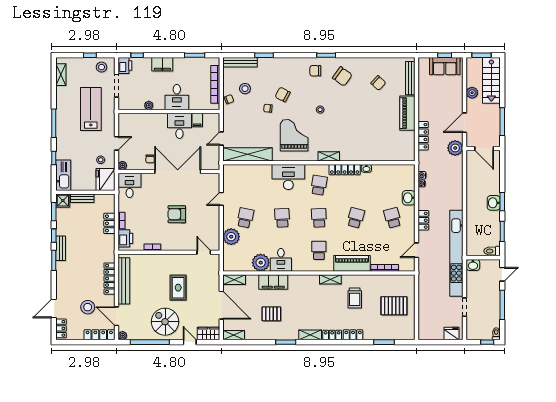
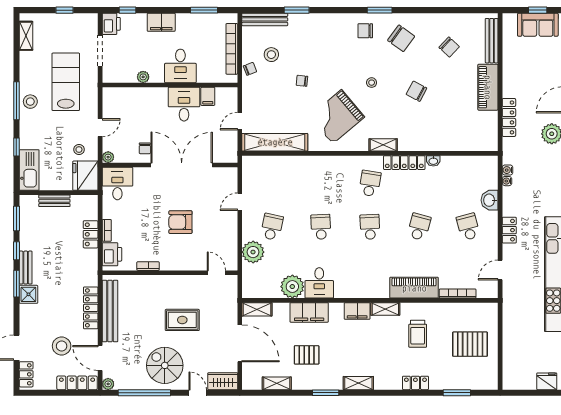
stool: (102, 67) -> (30, 102), moved
chair: (283, 95) -> (417, 91), moved
grand piano: (294, 135) -> (337, 117), turned -130
desk: (288, 177) -> (329, 173), removed
shower: (63, 201) -> (28, 294), moved
school desk: (319, 250) -> (370, 270), removed
filing cabinet: (309, 281) -> (357, 311), added
rug: (178, 288) -> (182, 320), turned 90
shelving: (234, 335) -> (277, 383), moved
locker: (332, 335) -> (388, 383), removed

